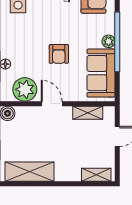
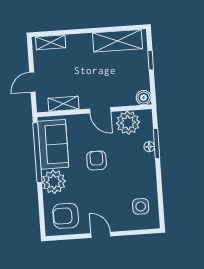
plant: (109, 41) -> (54, 182), width x1.88, depth x1.88
window: (117, 42) -> (37, 153), moved

